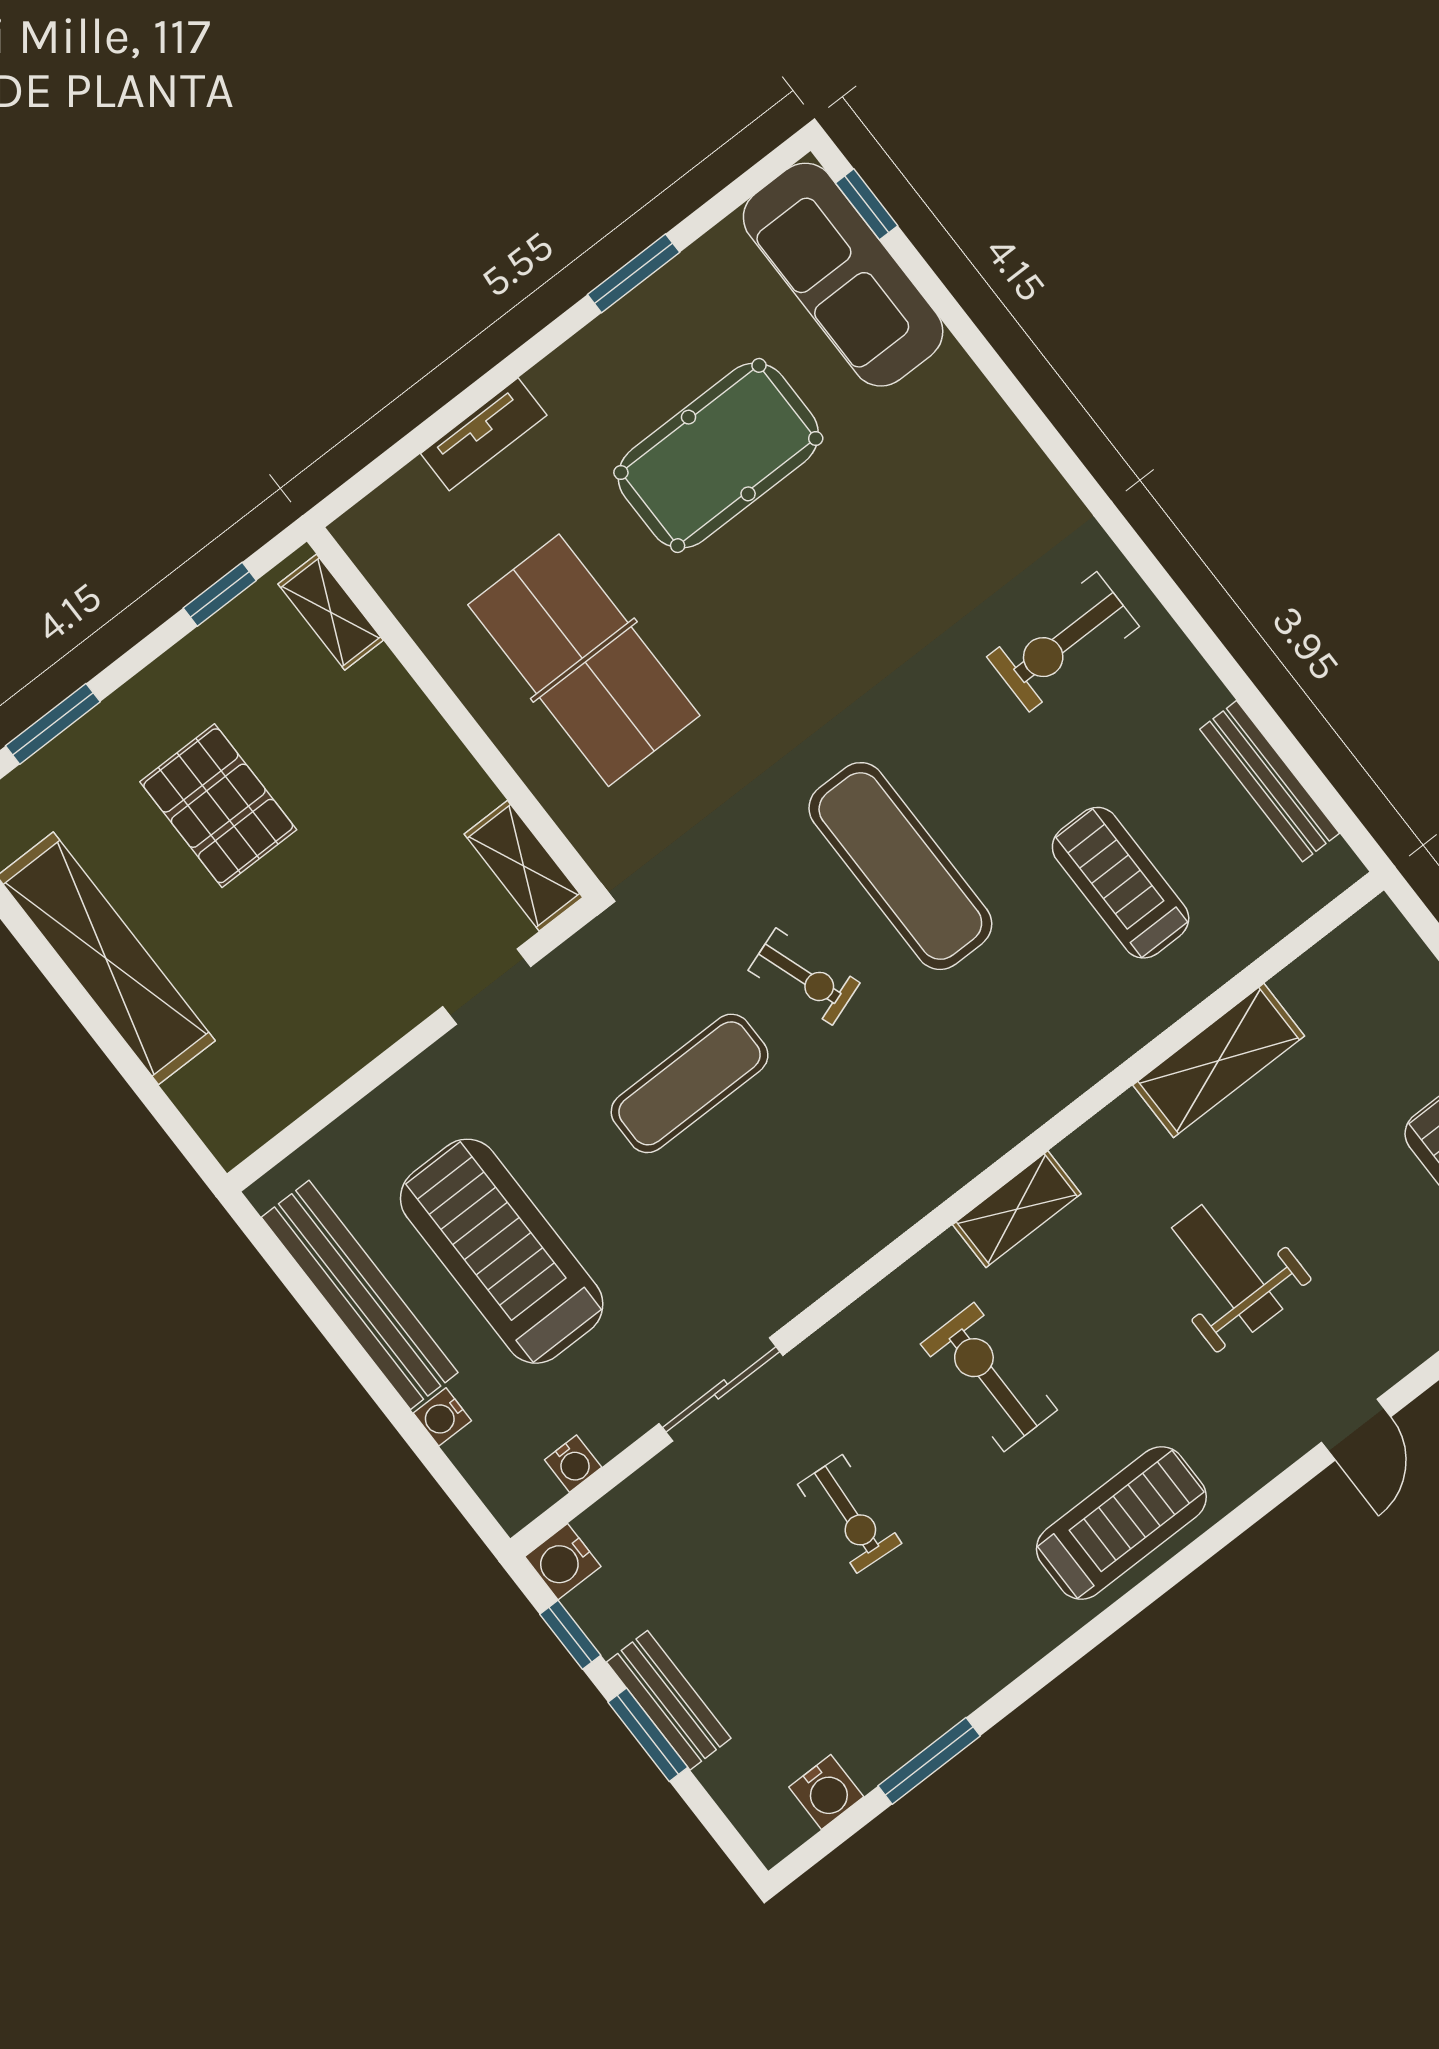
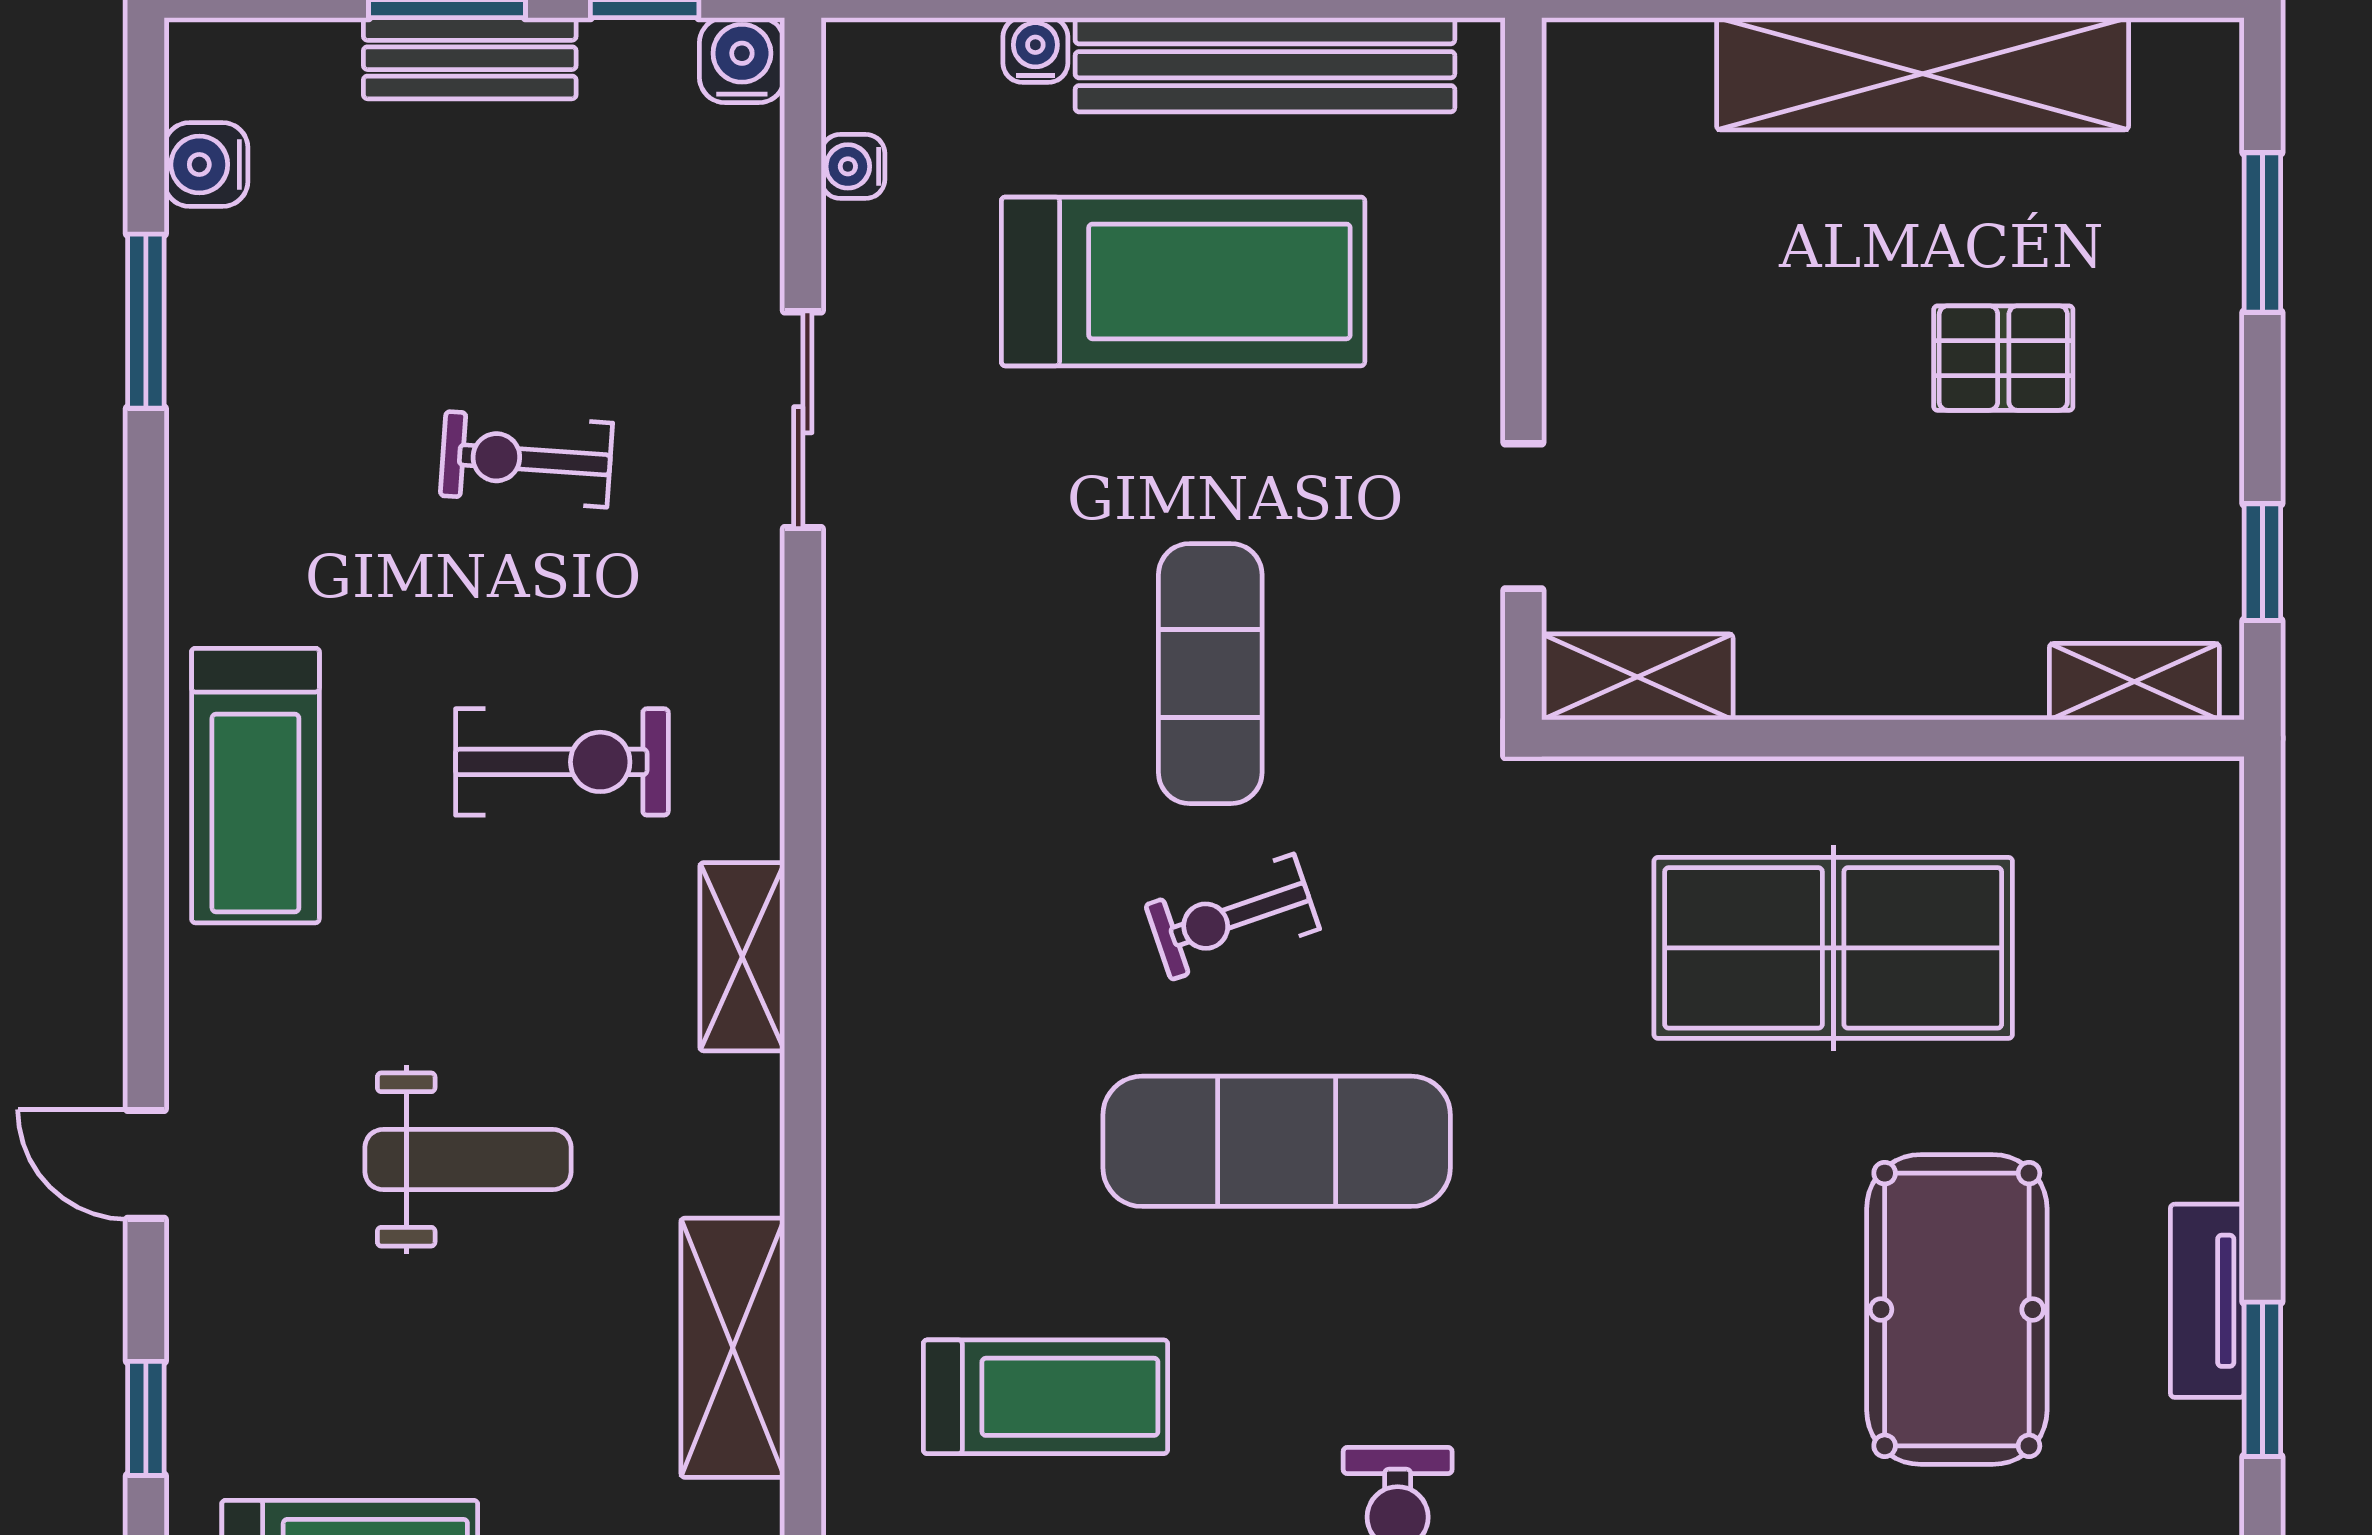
tv unit: (484, 434) -> (2207, 1301), moved
pallet: (218, 806) -> (2003, 358), width x0.67, depth x0.71

